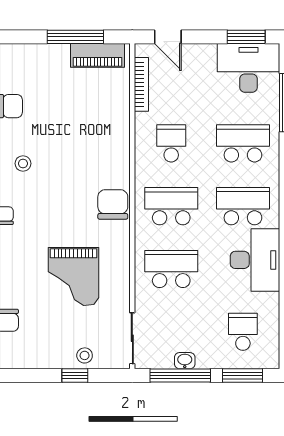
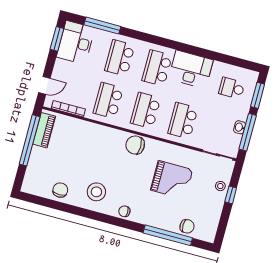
window: (75, 37) -> (30, 140), width x1.46
school desk: (171, 143) -> (108, 100), width x1.85
stool: (23, 163) -> (96, 192), width x1.89, depth x1.89

